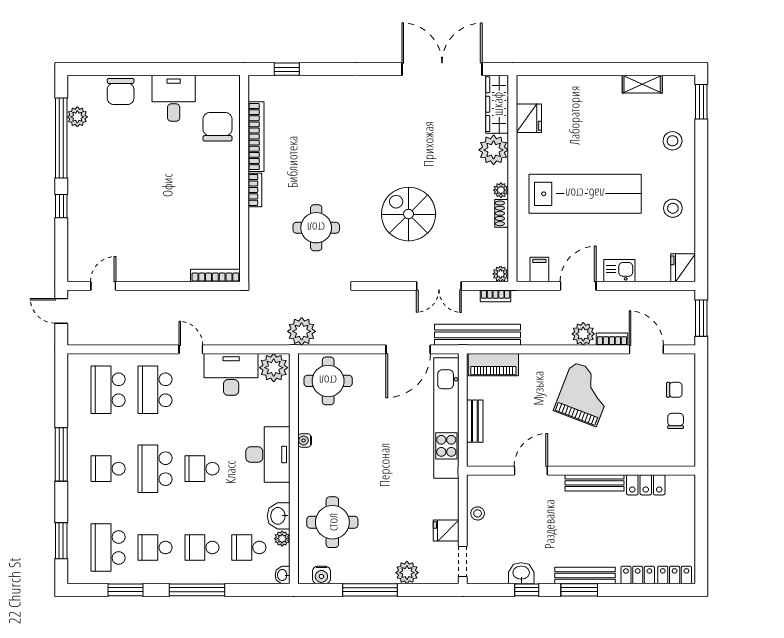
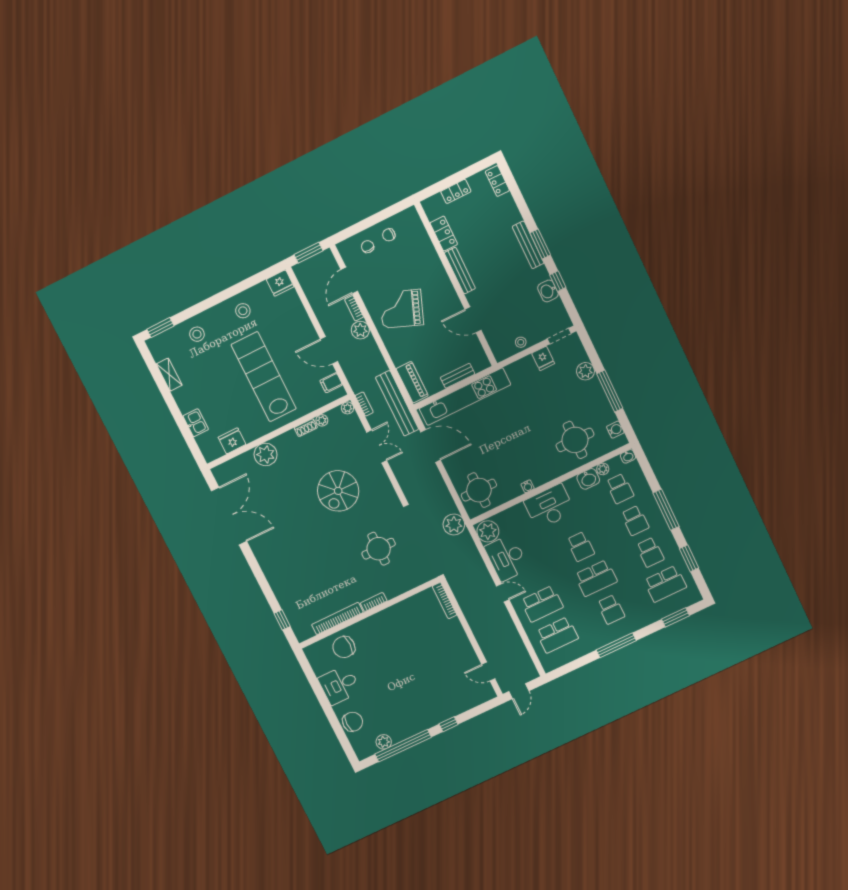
double door: (442, 69) -> (229, 516), swing flipped
wardrobe: (497, 104) -> (233, 467), removed
plant: (501, 190) -> (322, 420), moved
kitchen sink: (619, 271) -> (196, 423), moved, turned 180
door: (191, 349) -> (503, 593), swing flipped
locker: (638, 575) -> (456, 191), moved, turned -90

